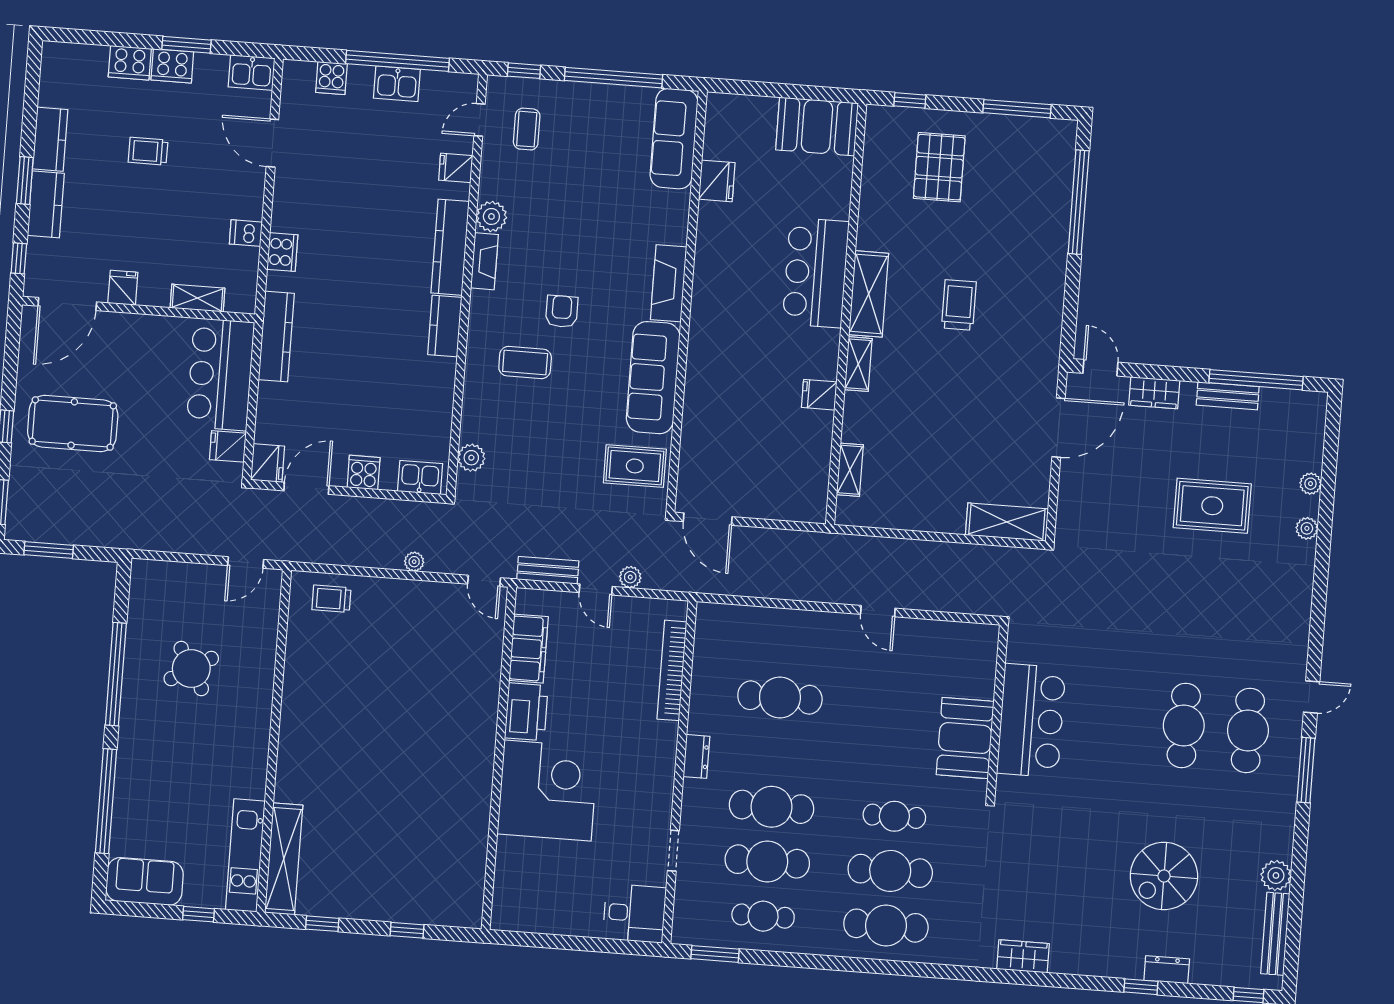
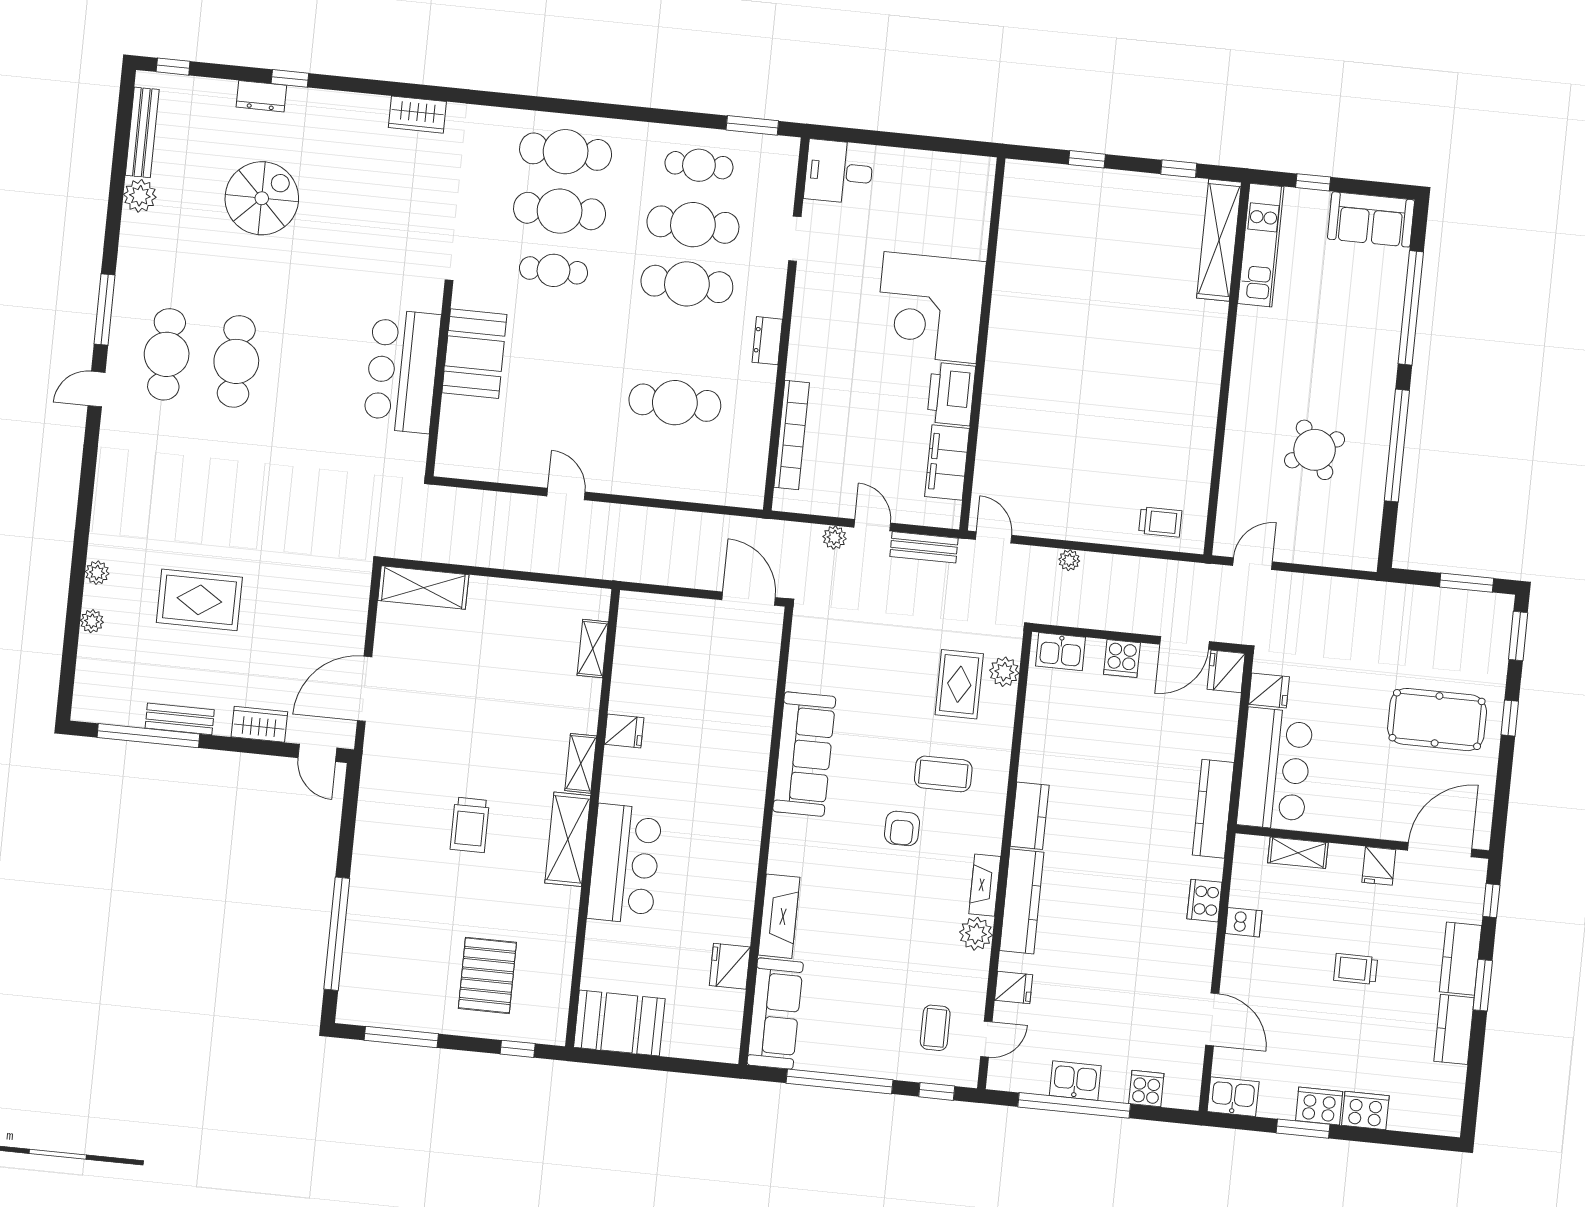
trolley: (148, 151) -> (1356, 969), moved, turned 180
fireplace: (669, 283) -> (779, 916), moved
rug: (635, 466) -> (959, 684), moved, turned 90

